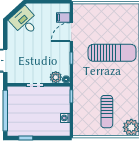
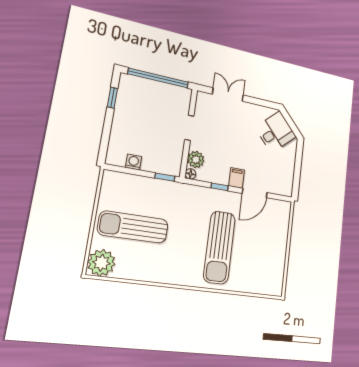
filing cabinet: (63, 18) -> (237, 178), moved
door: (71, 32) -> (255, 193), swing flipped
sun lounger: (107, 112) -> (133, 227), width x1.36, depth x1.34

